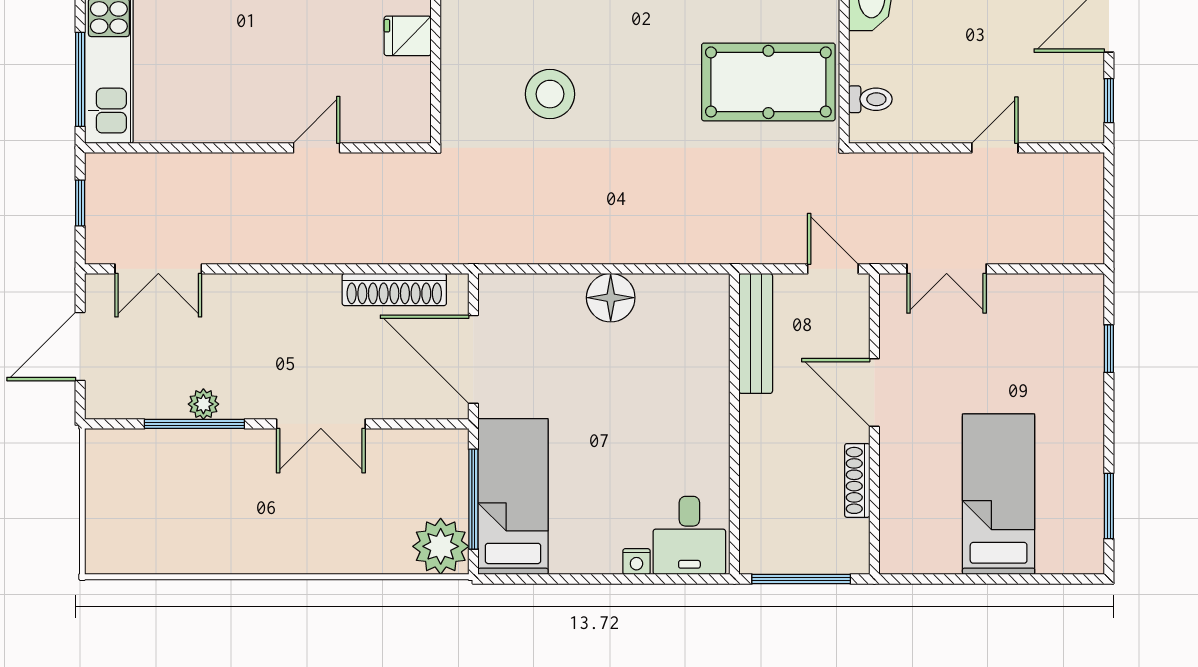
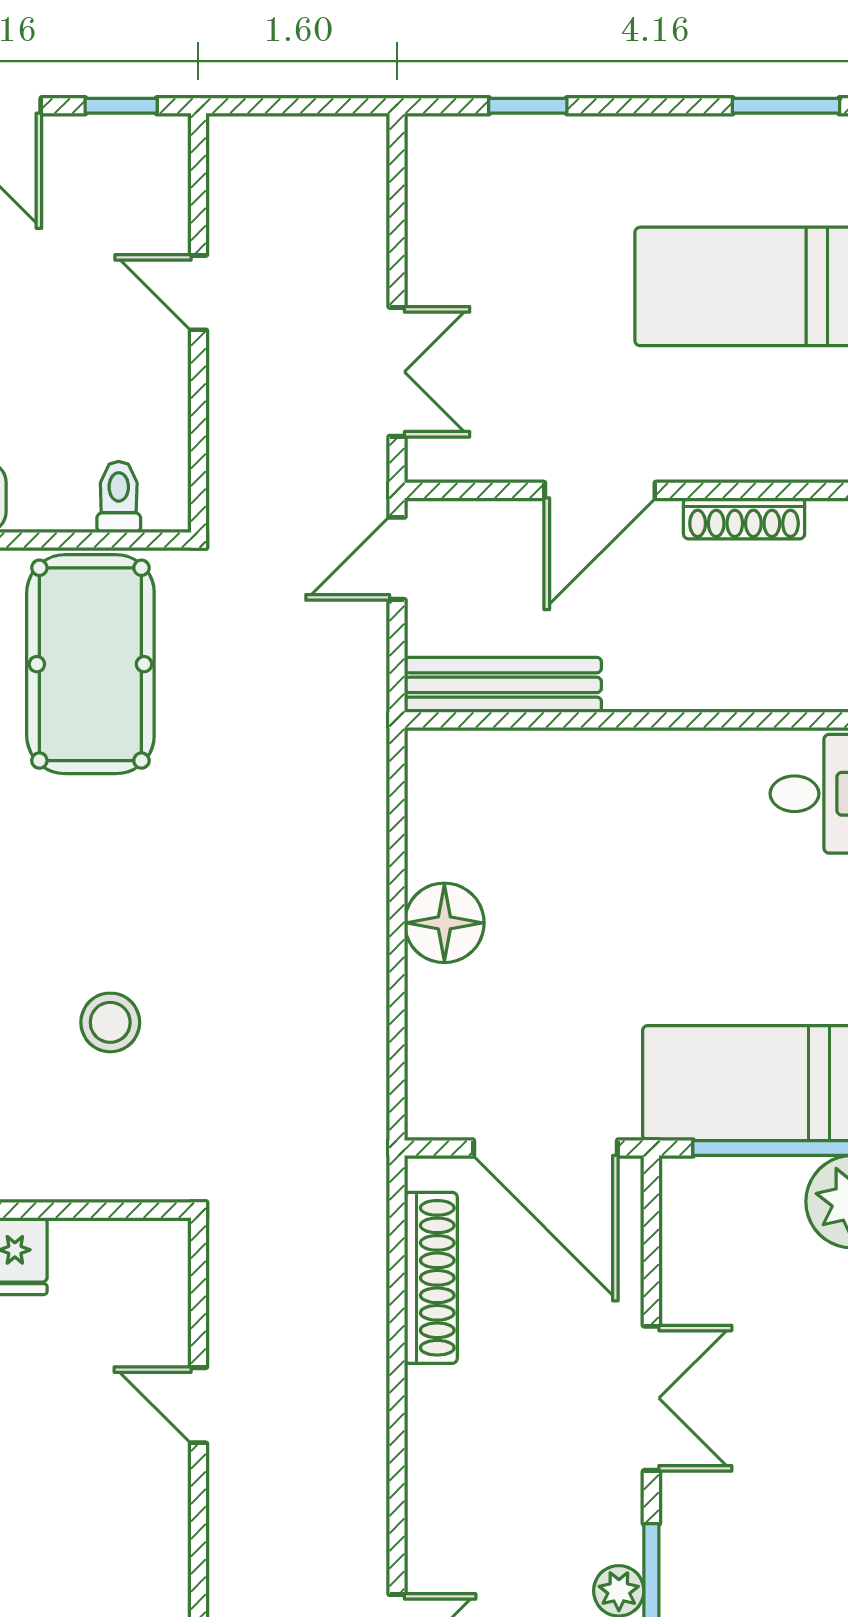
stool: (550, 94) -> (110, 1022), width x0.73, depth x0.73
door: (473, 359) -> (545, 1148), hinge flipped

